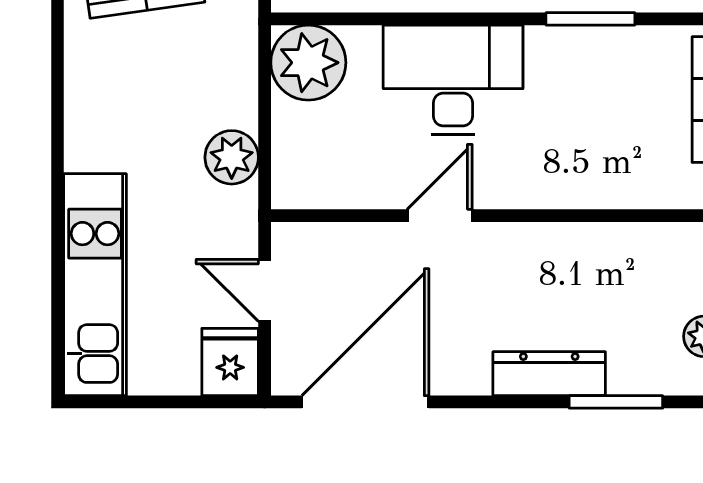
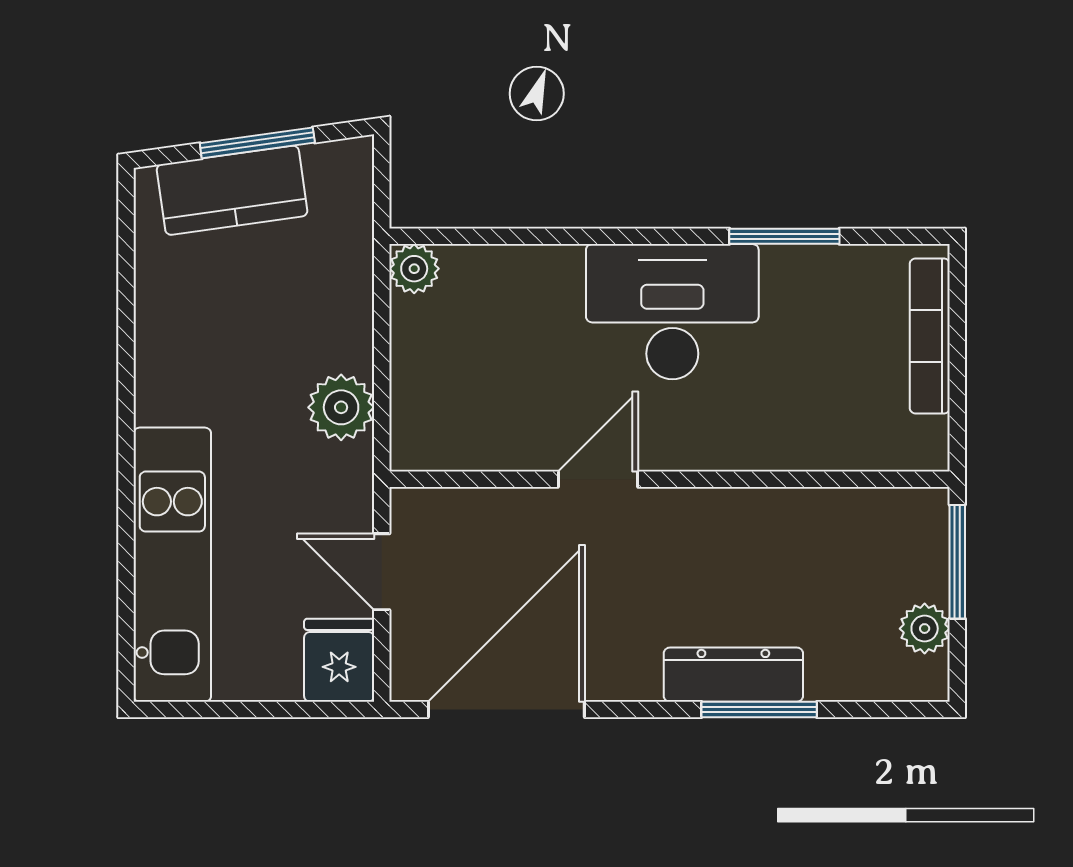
plant: (308, 63) -> (414, 269), width x0.53, depth x0.53
desk: (453, 80) -> (672, 312), moved
window: (616, 402) -> (759, 709), moved

